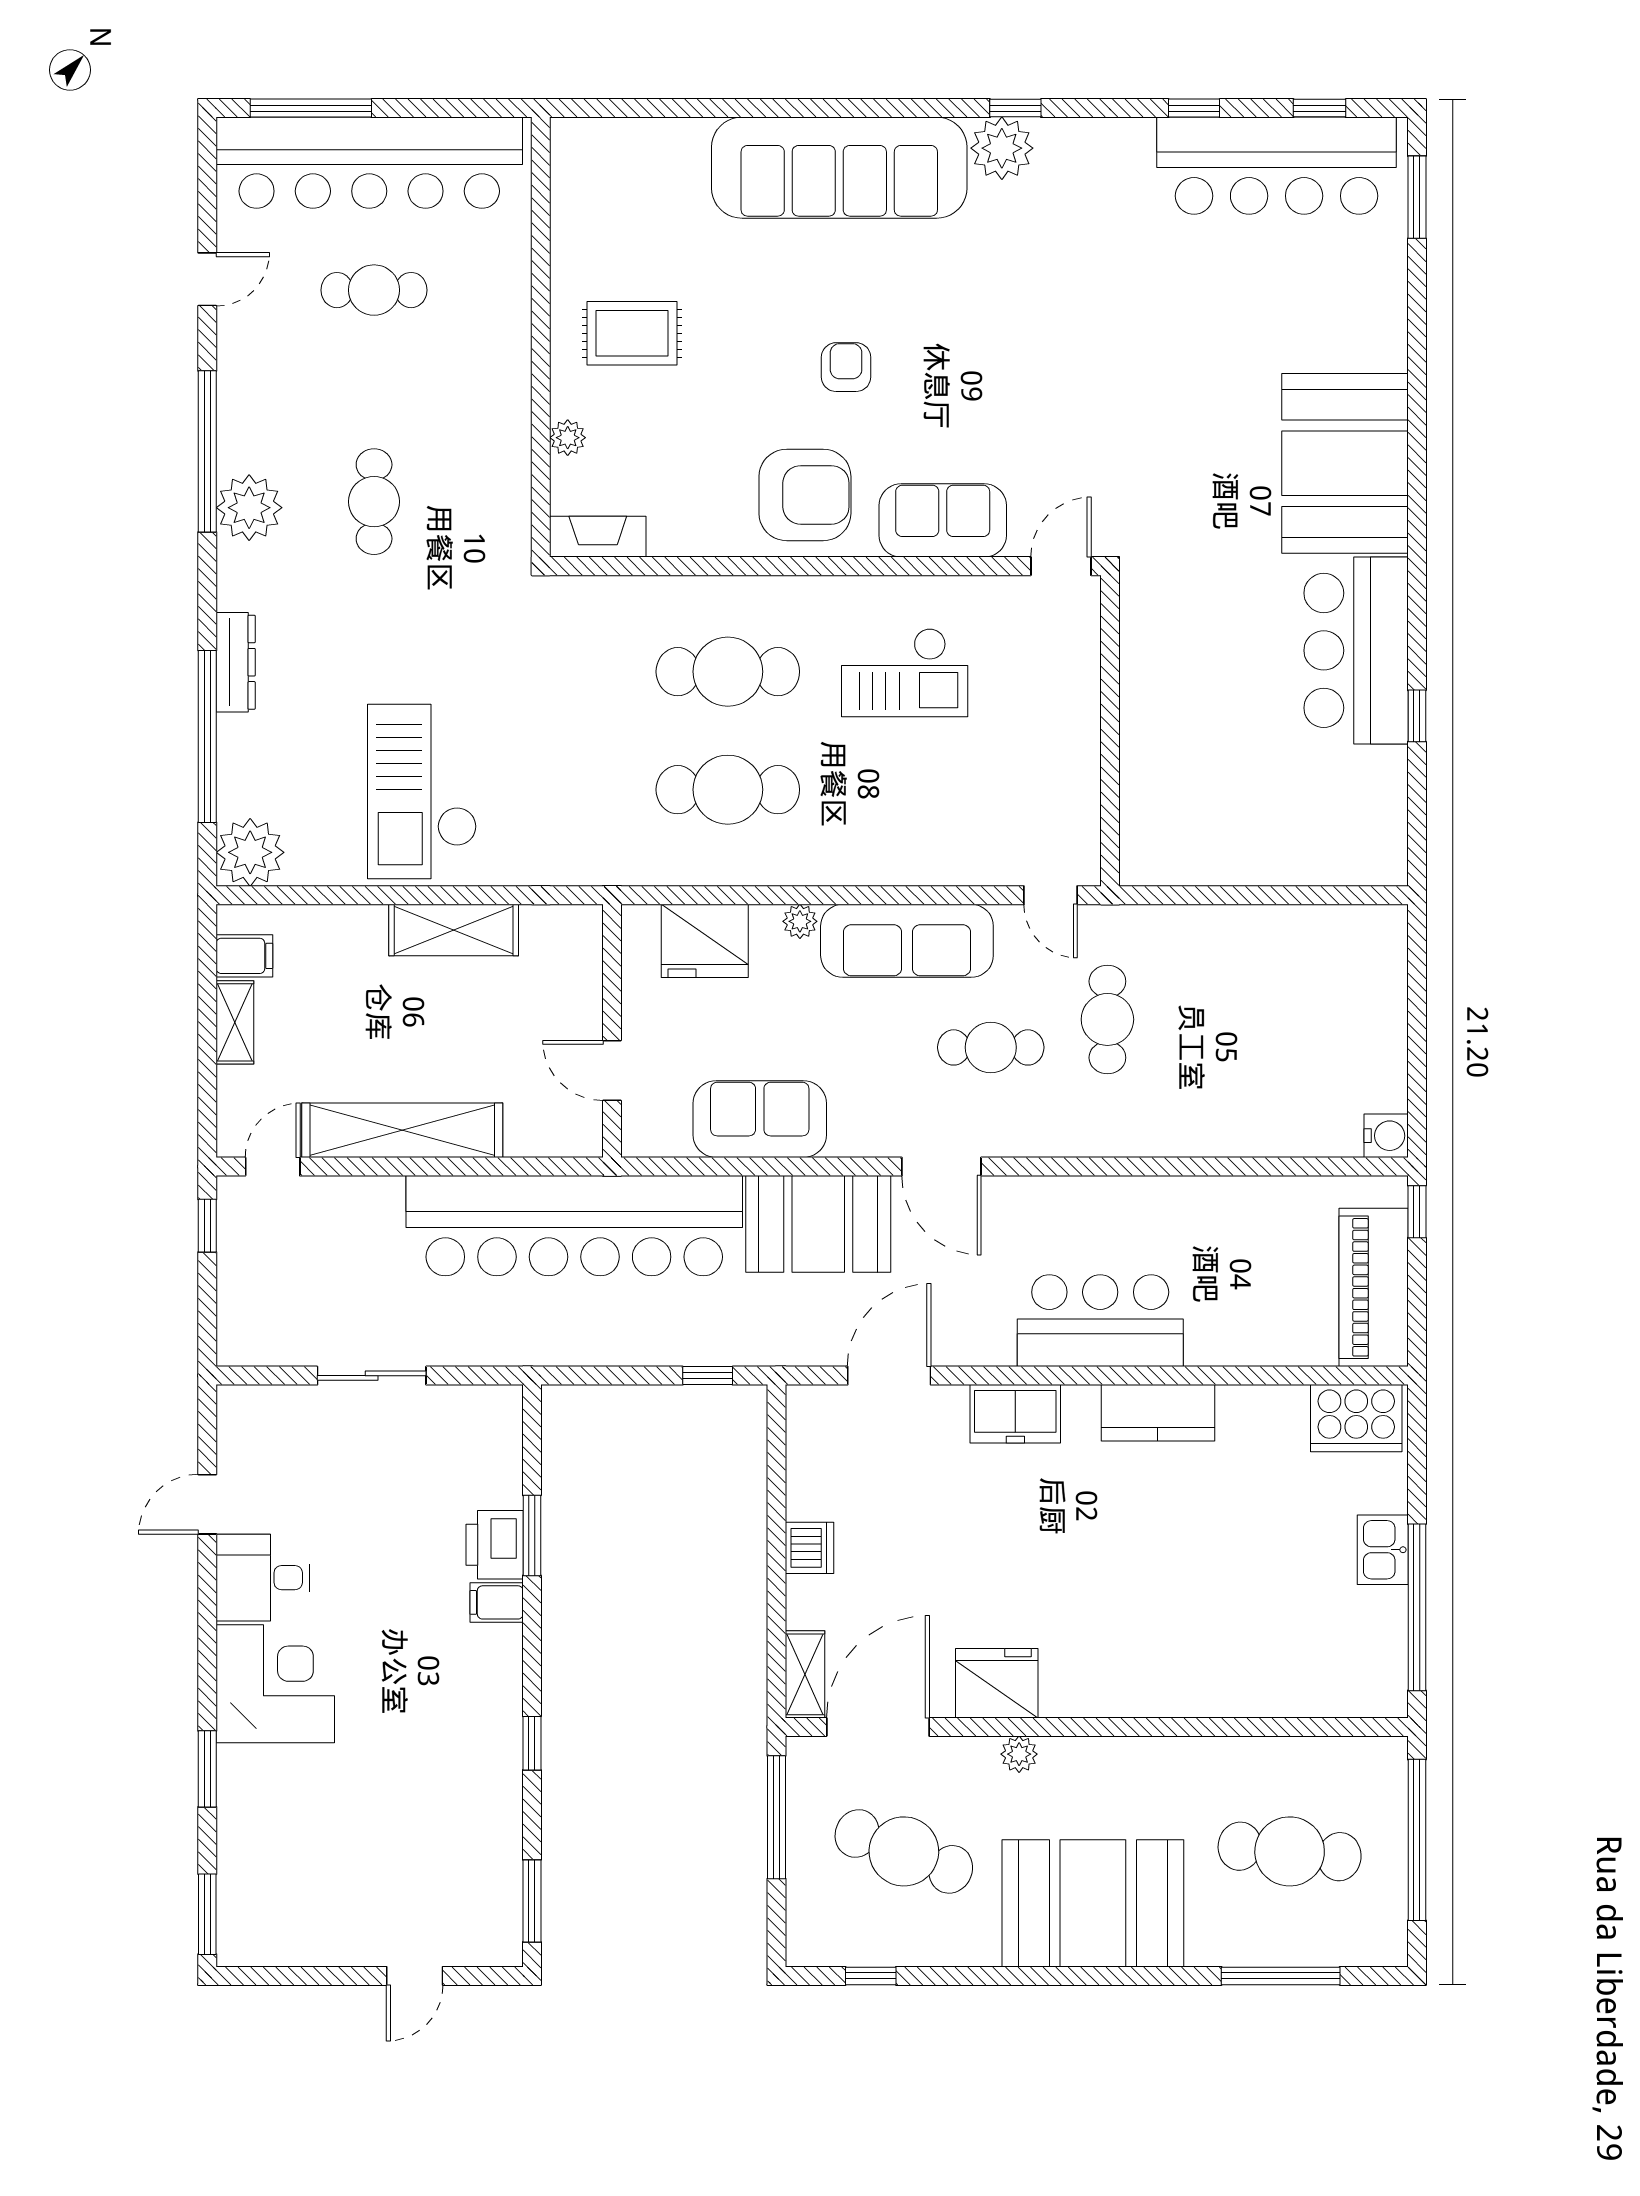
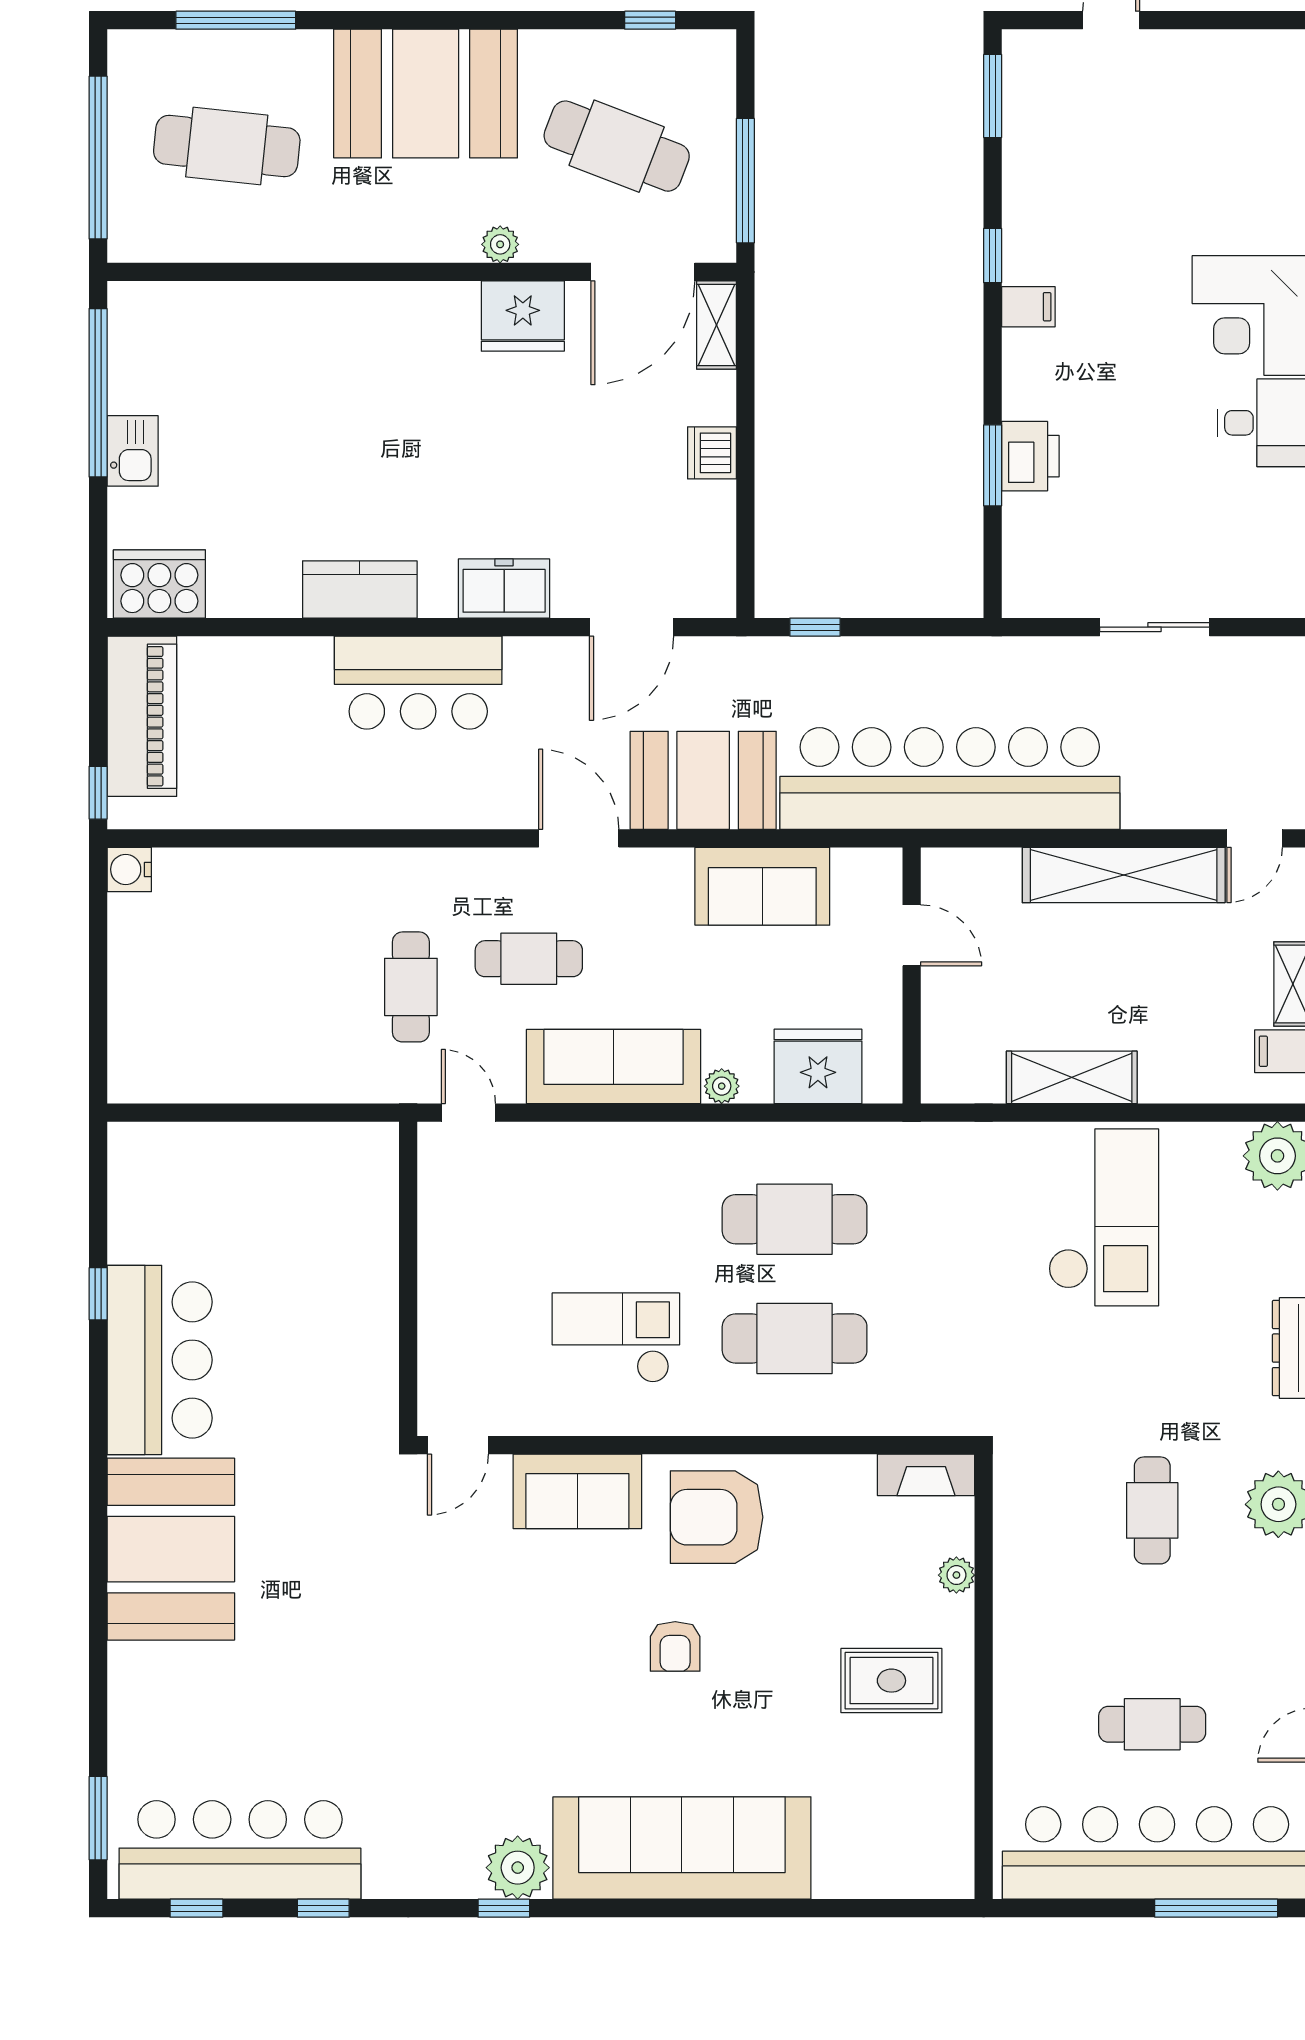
filing cabinet: (497, 1602) -> (1028, 307), moved

